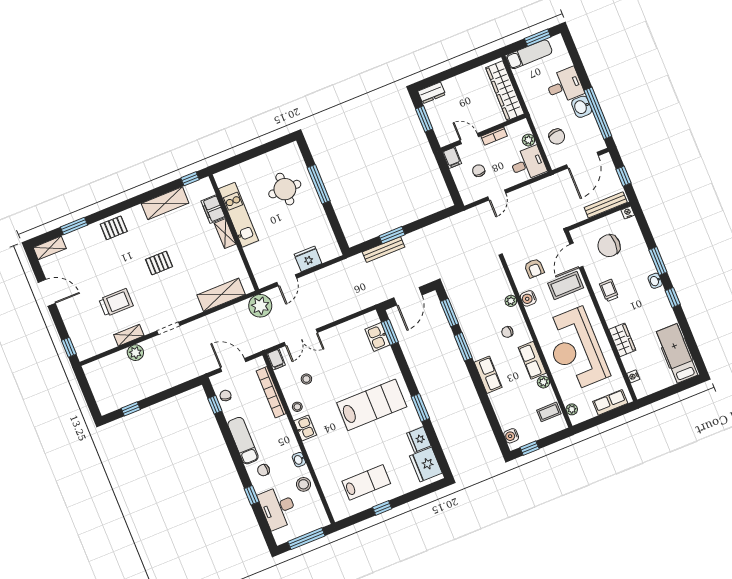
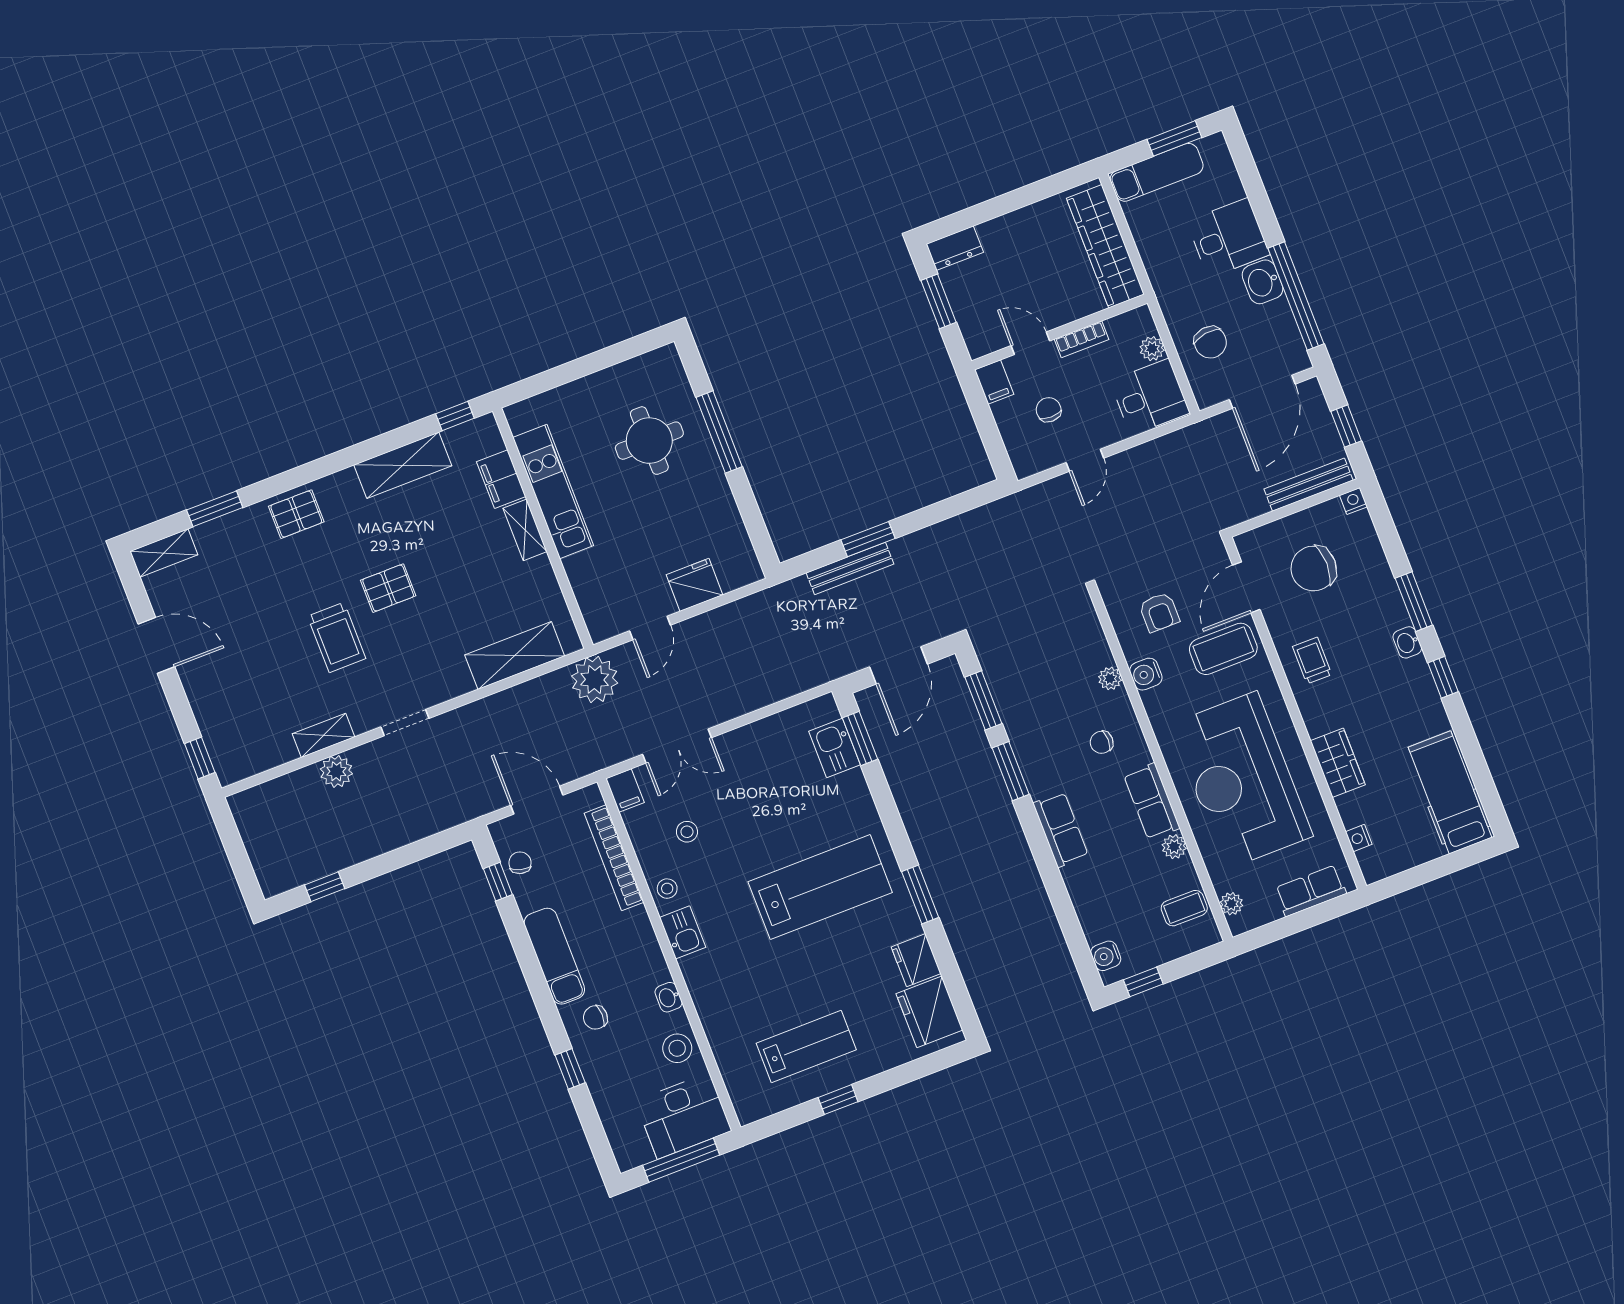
trolley: (116, 303) -> (337, 637), moved, turned 90
desk: (278, 508) -> (683, 1116), moved, turned -90

